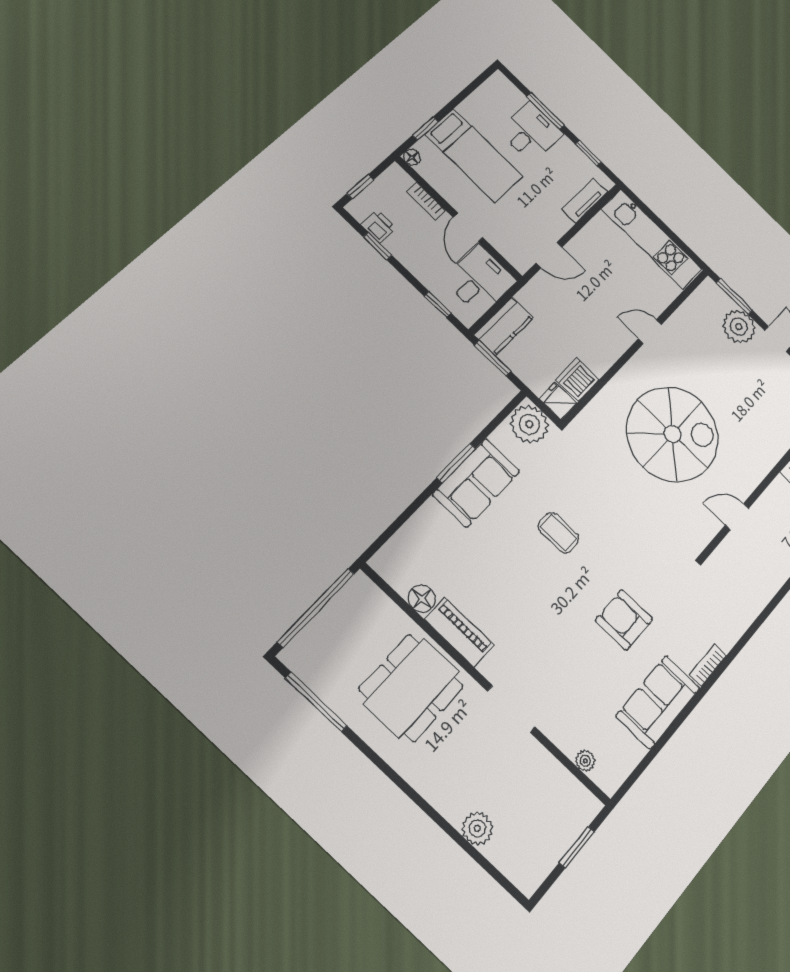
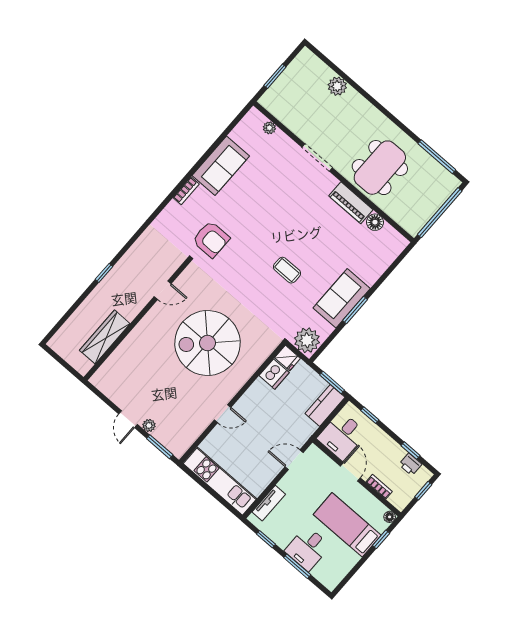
plant: (739, 327) -> (149, 425), width x0.53, depth x0.53
armchair: (624, 620) -> (211, 239), moved

